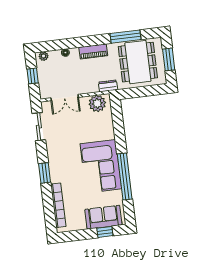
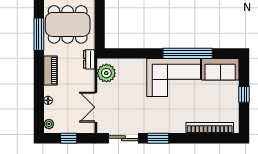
double door: (65, 98) -> (96, 107), swing flipped
window: (45, 173) -> (158, 138), moved
sofa: (103, 217) -> (220, 69), moved, turned -90
window: (105, 232) -> (244, 94), moved

